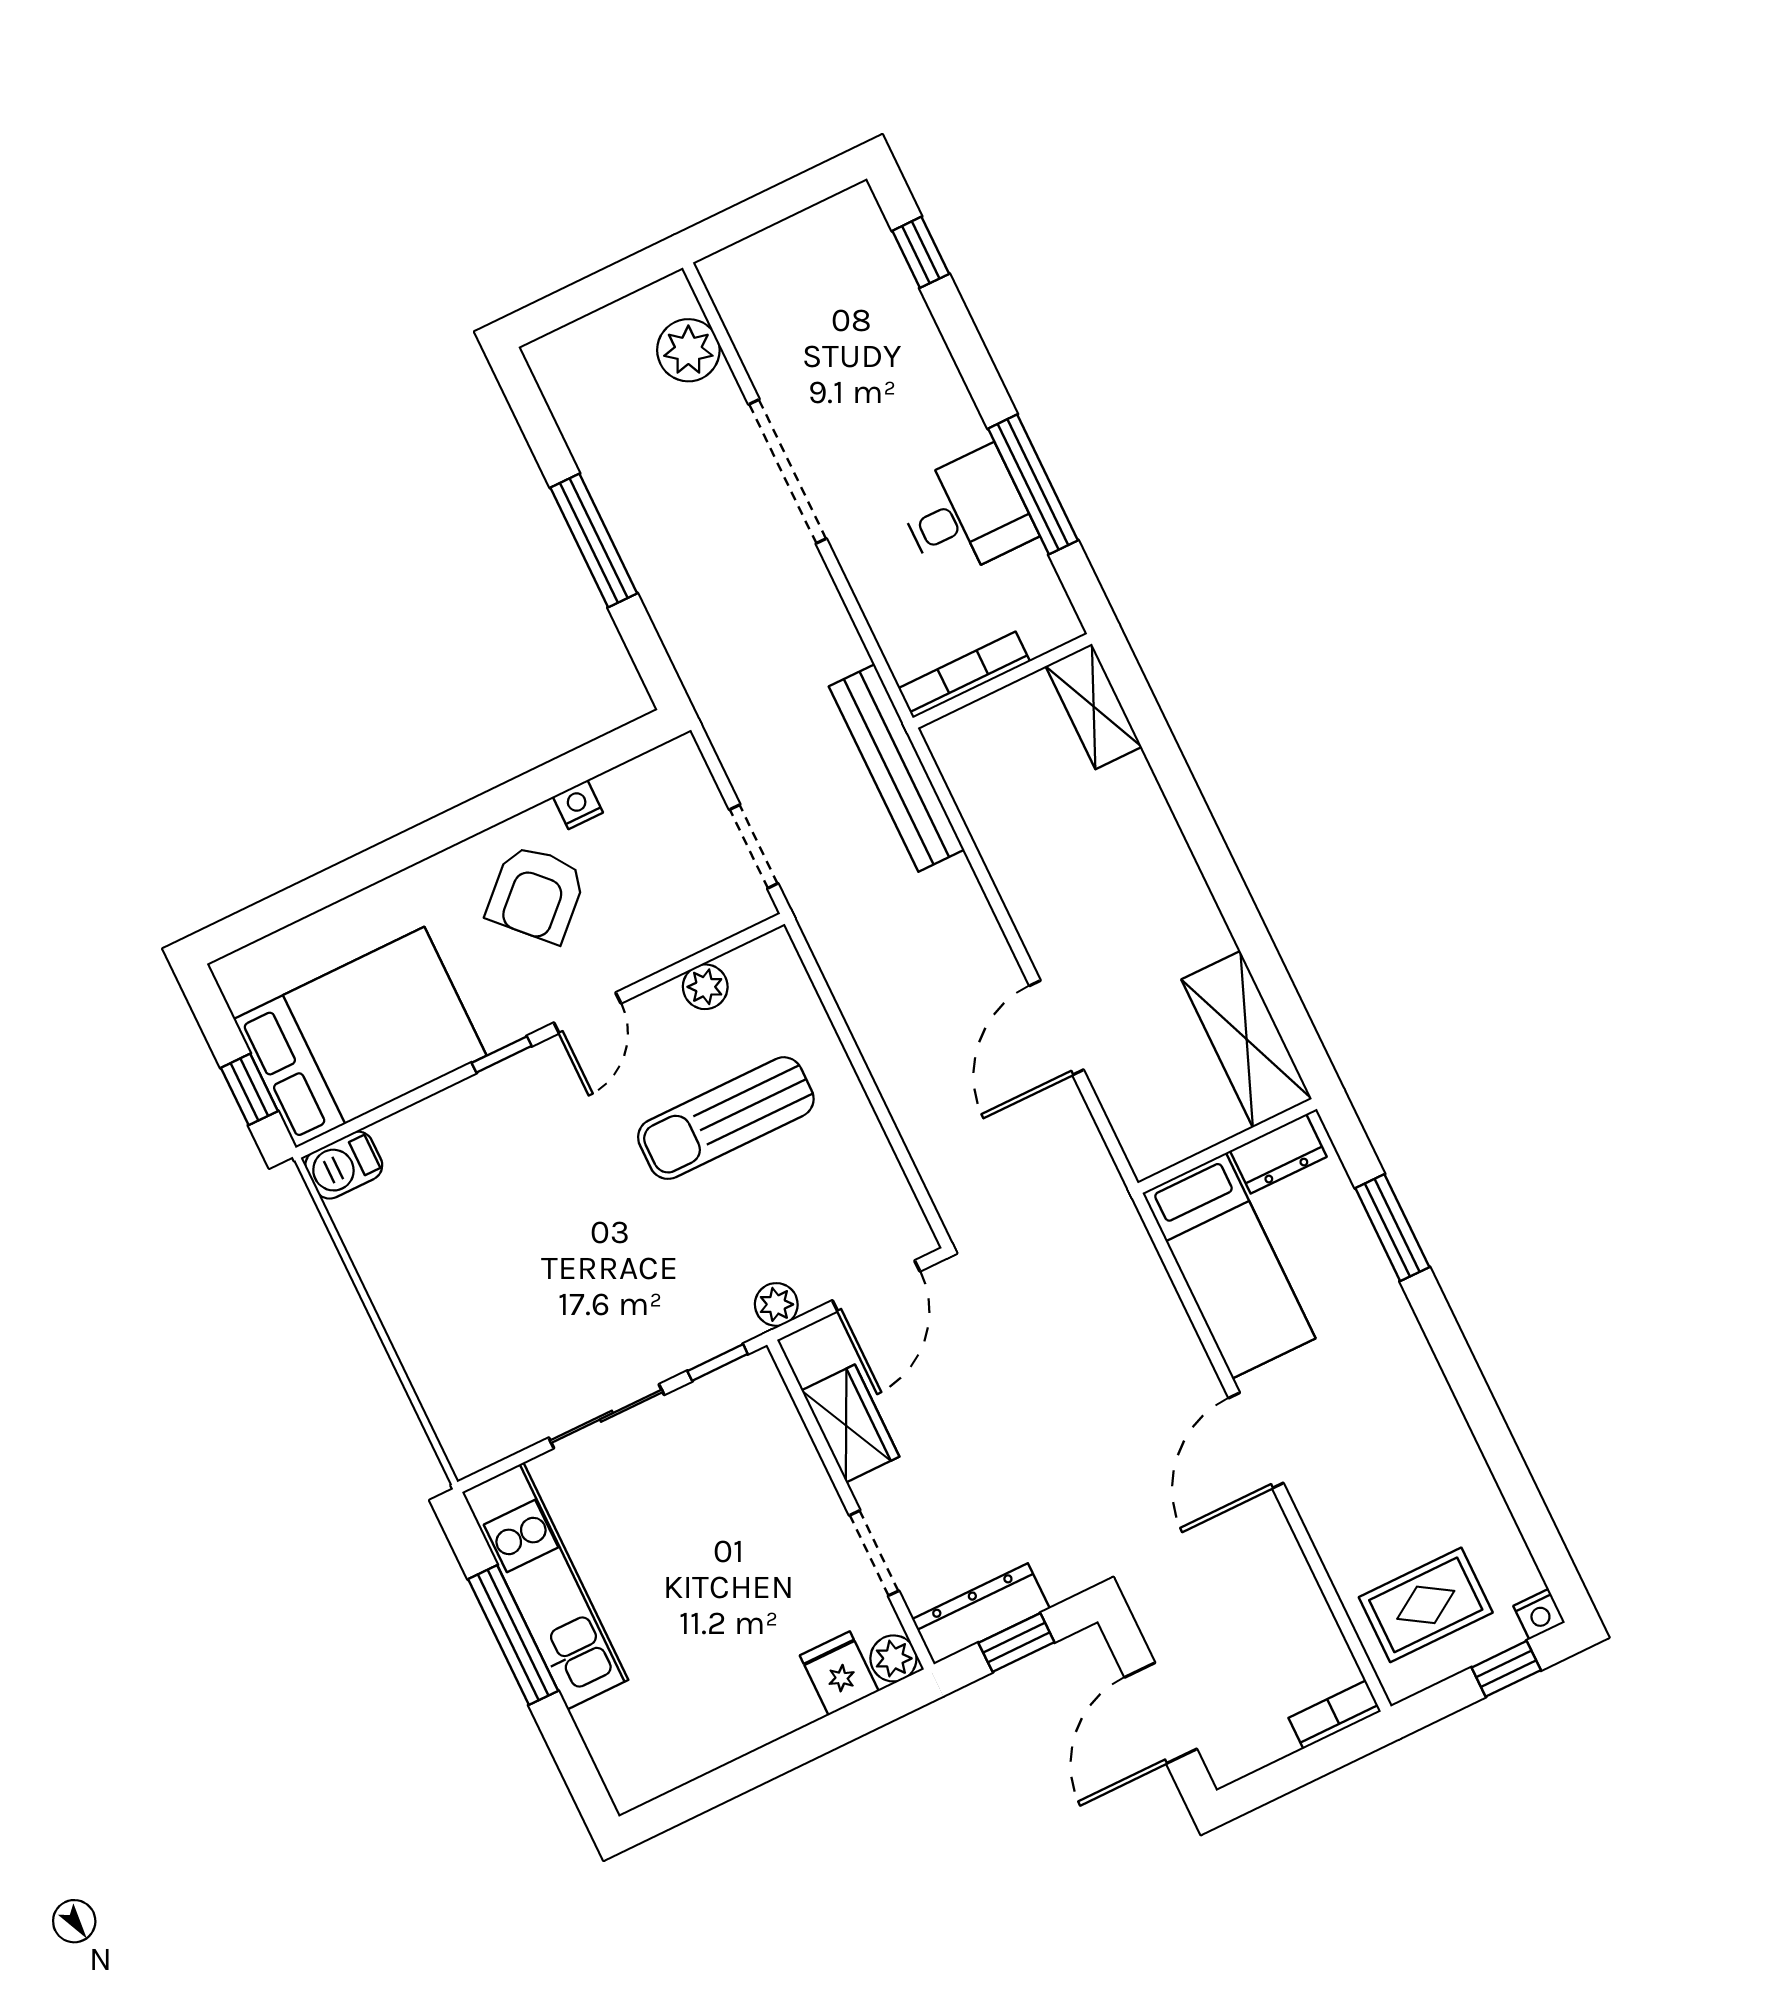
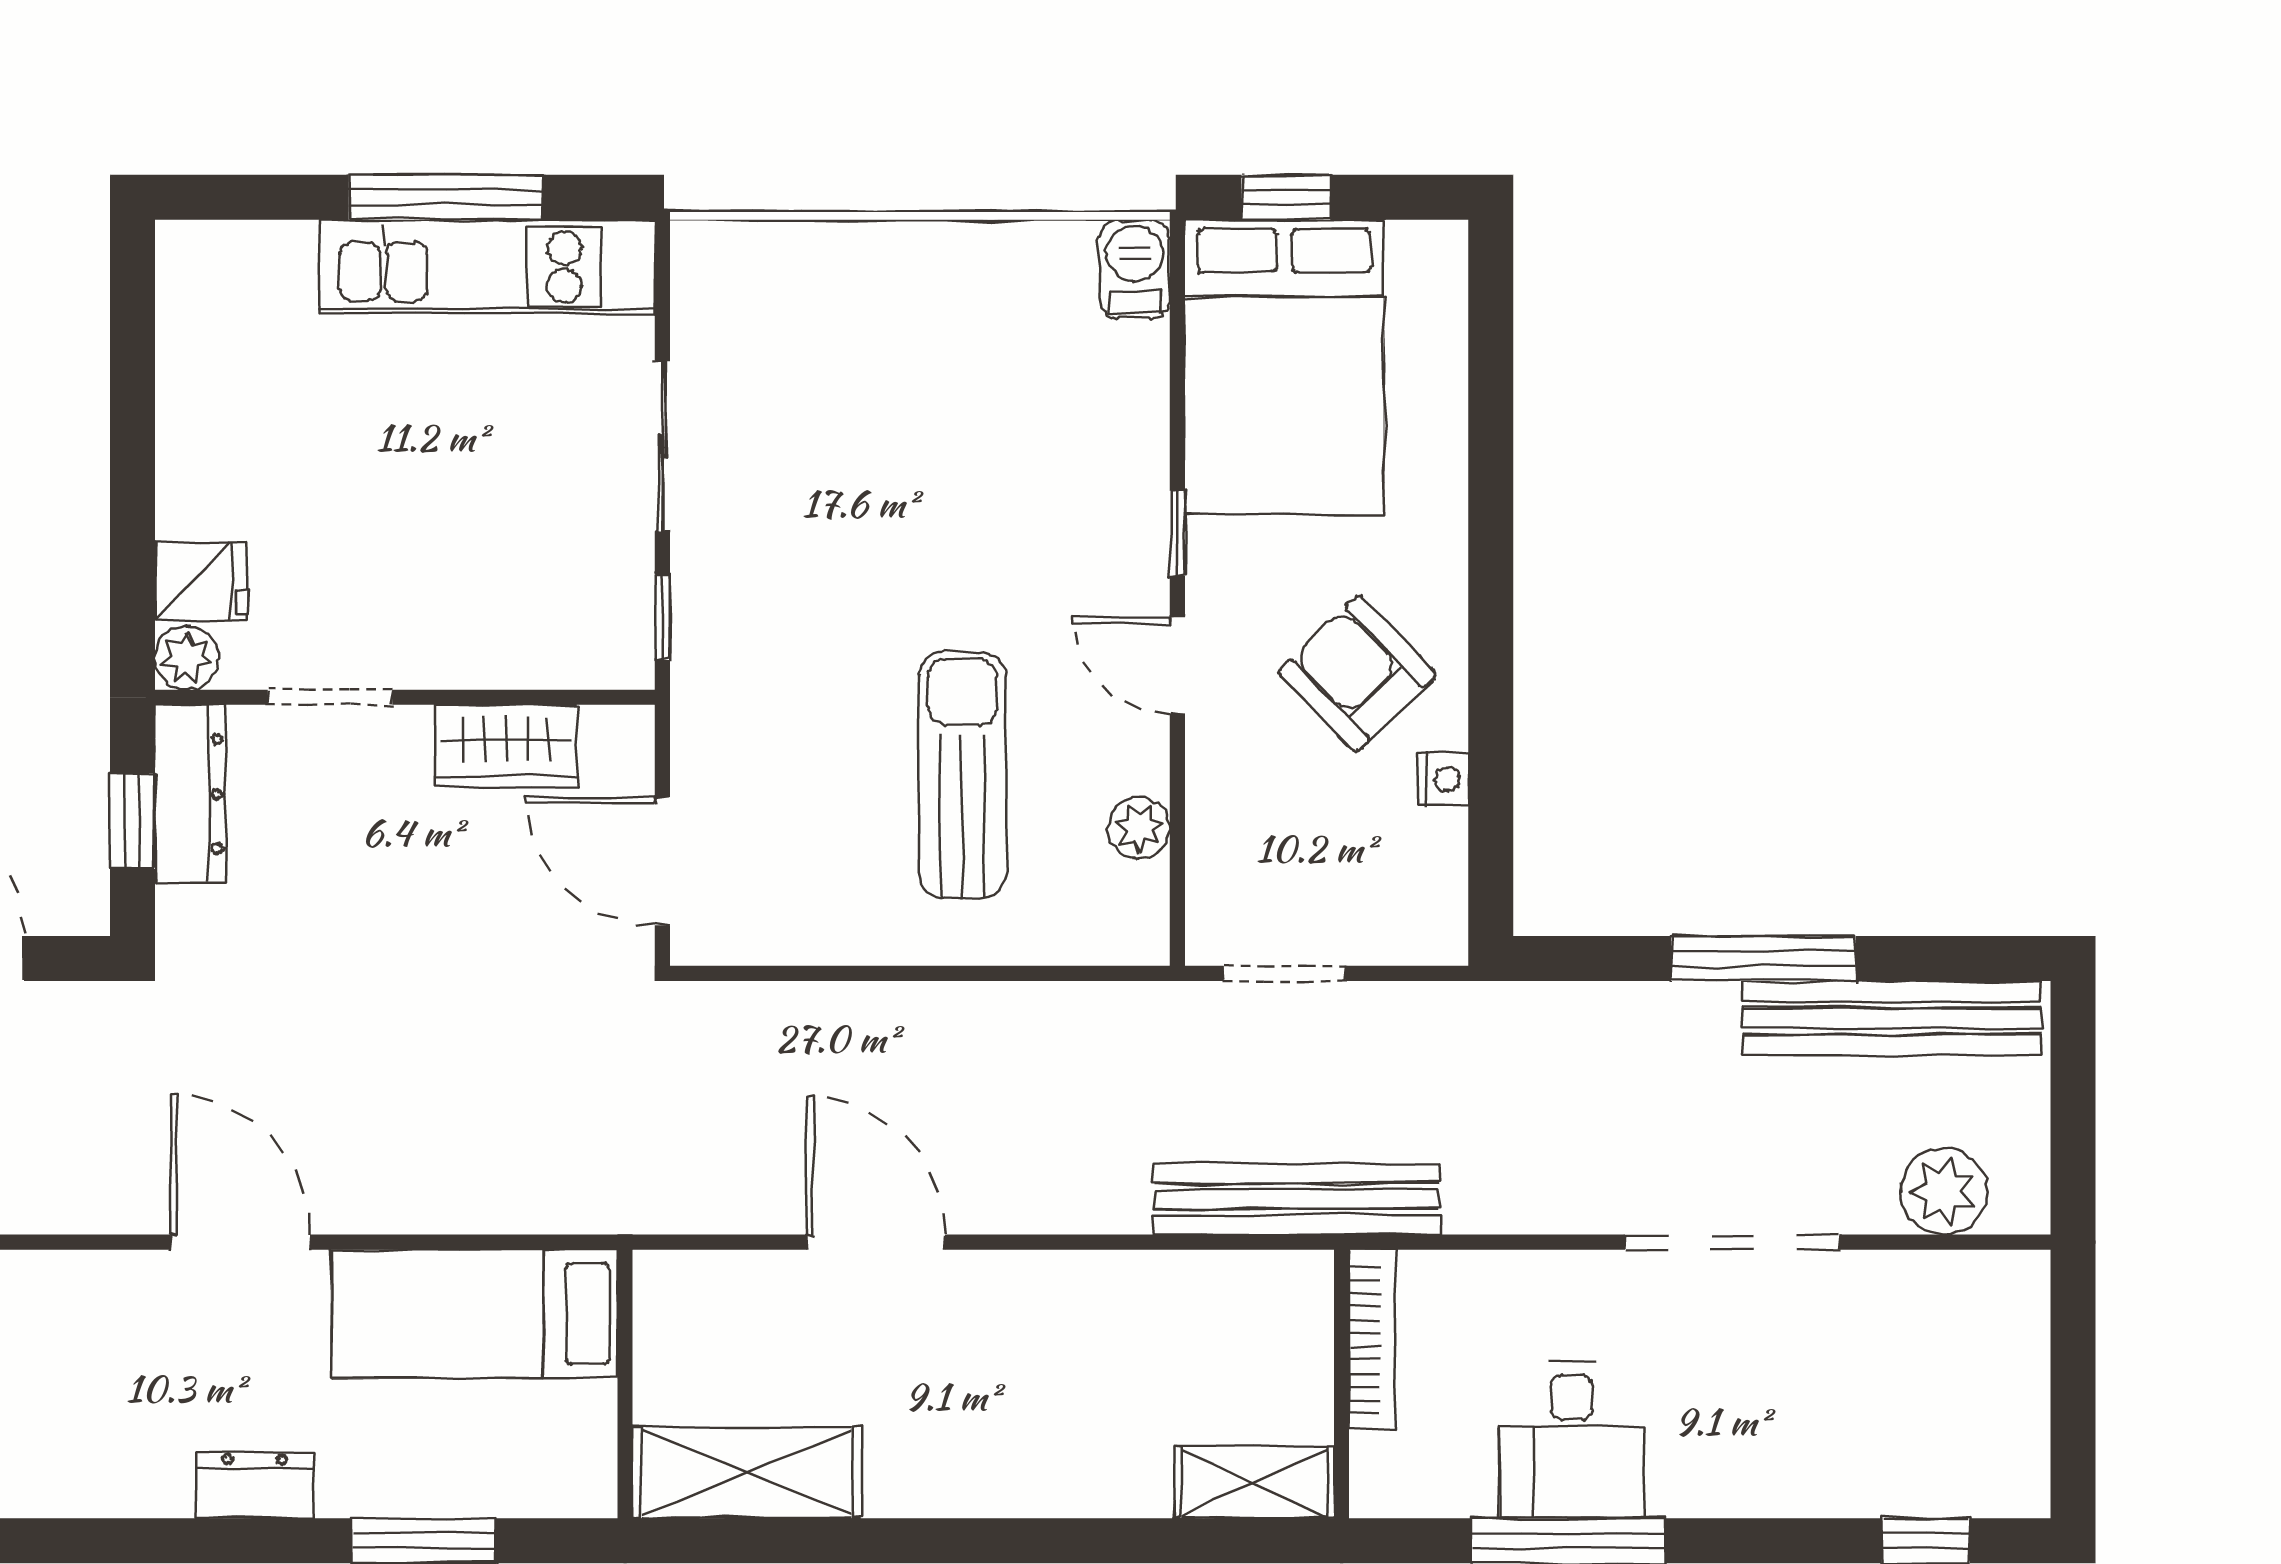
bench: (592, 438) -> (1892, 1018), added
dresser: (1278, 1154) -> (255, 1485), moved, turned 90
plant: (776, 1304) -> (699, 725), removed

